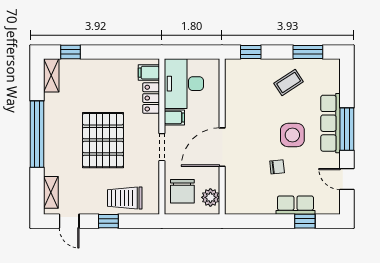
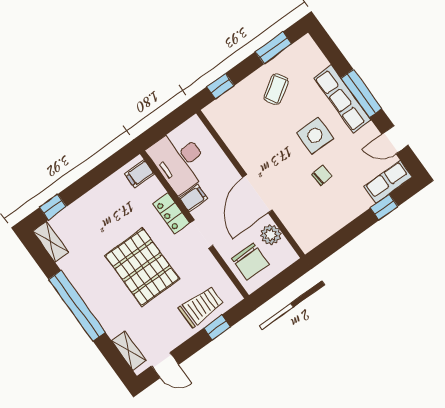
locker: (151, 98) -> (171, 213), moved
plant: (210, 197) -> (271, 235), moved
trolley: (125, 198) -> (201, 306), turned 180
row of seats: (295, 205) -> (388, 182), moved
window: (108, 221) -> (217, 328), moved

